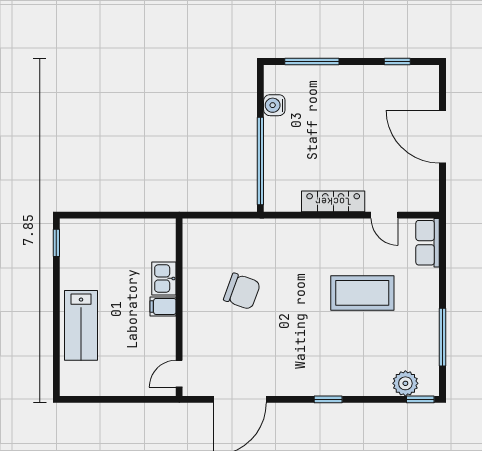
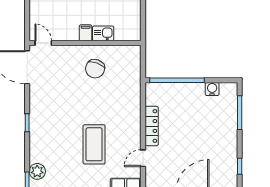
kitchen sink: (164, 278) -> (103, 33), moved
filing cabinet: (163, 306) -> (86, 33), moved
wall: (179, 307) -> (85, 43), moved
door: (179, 374) -> (43, 43), moved

